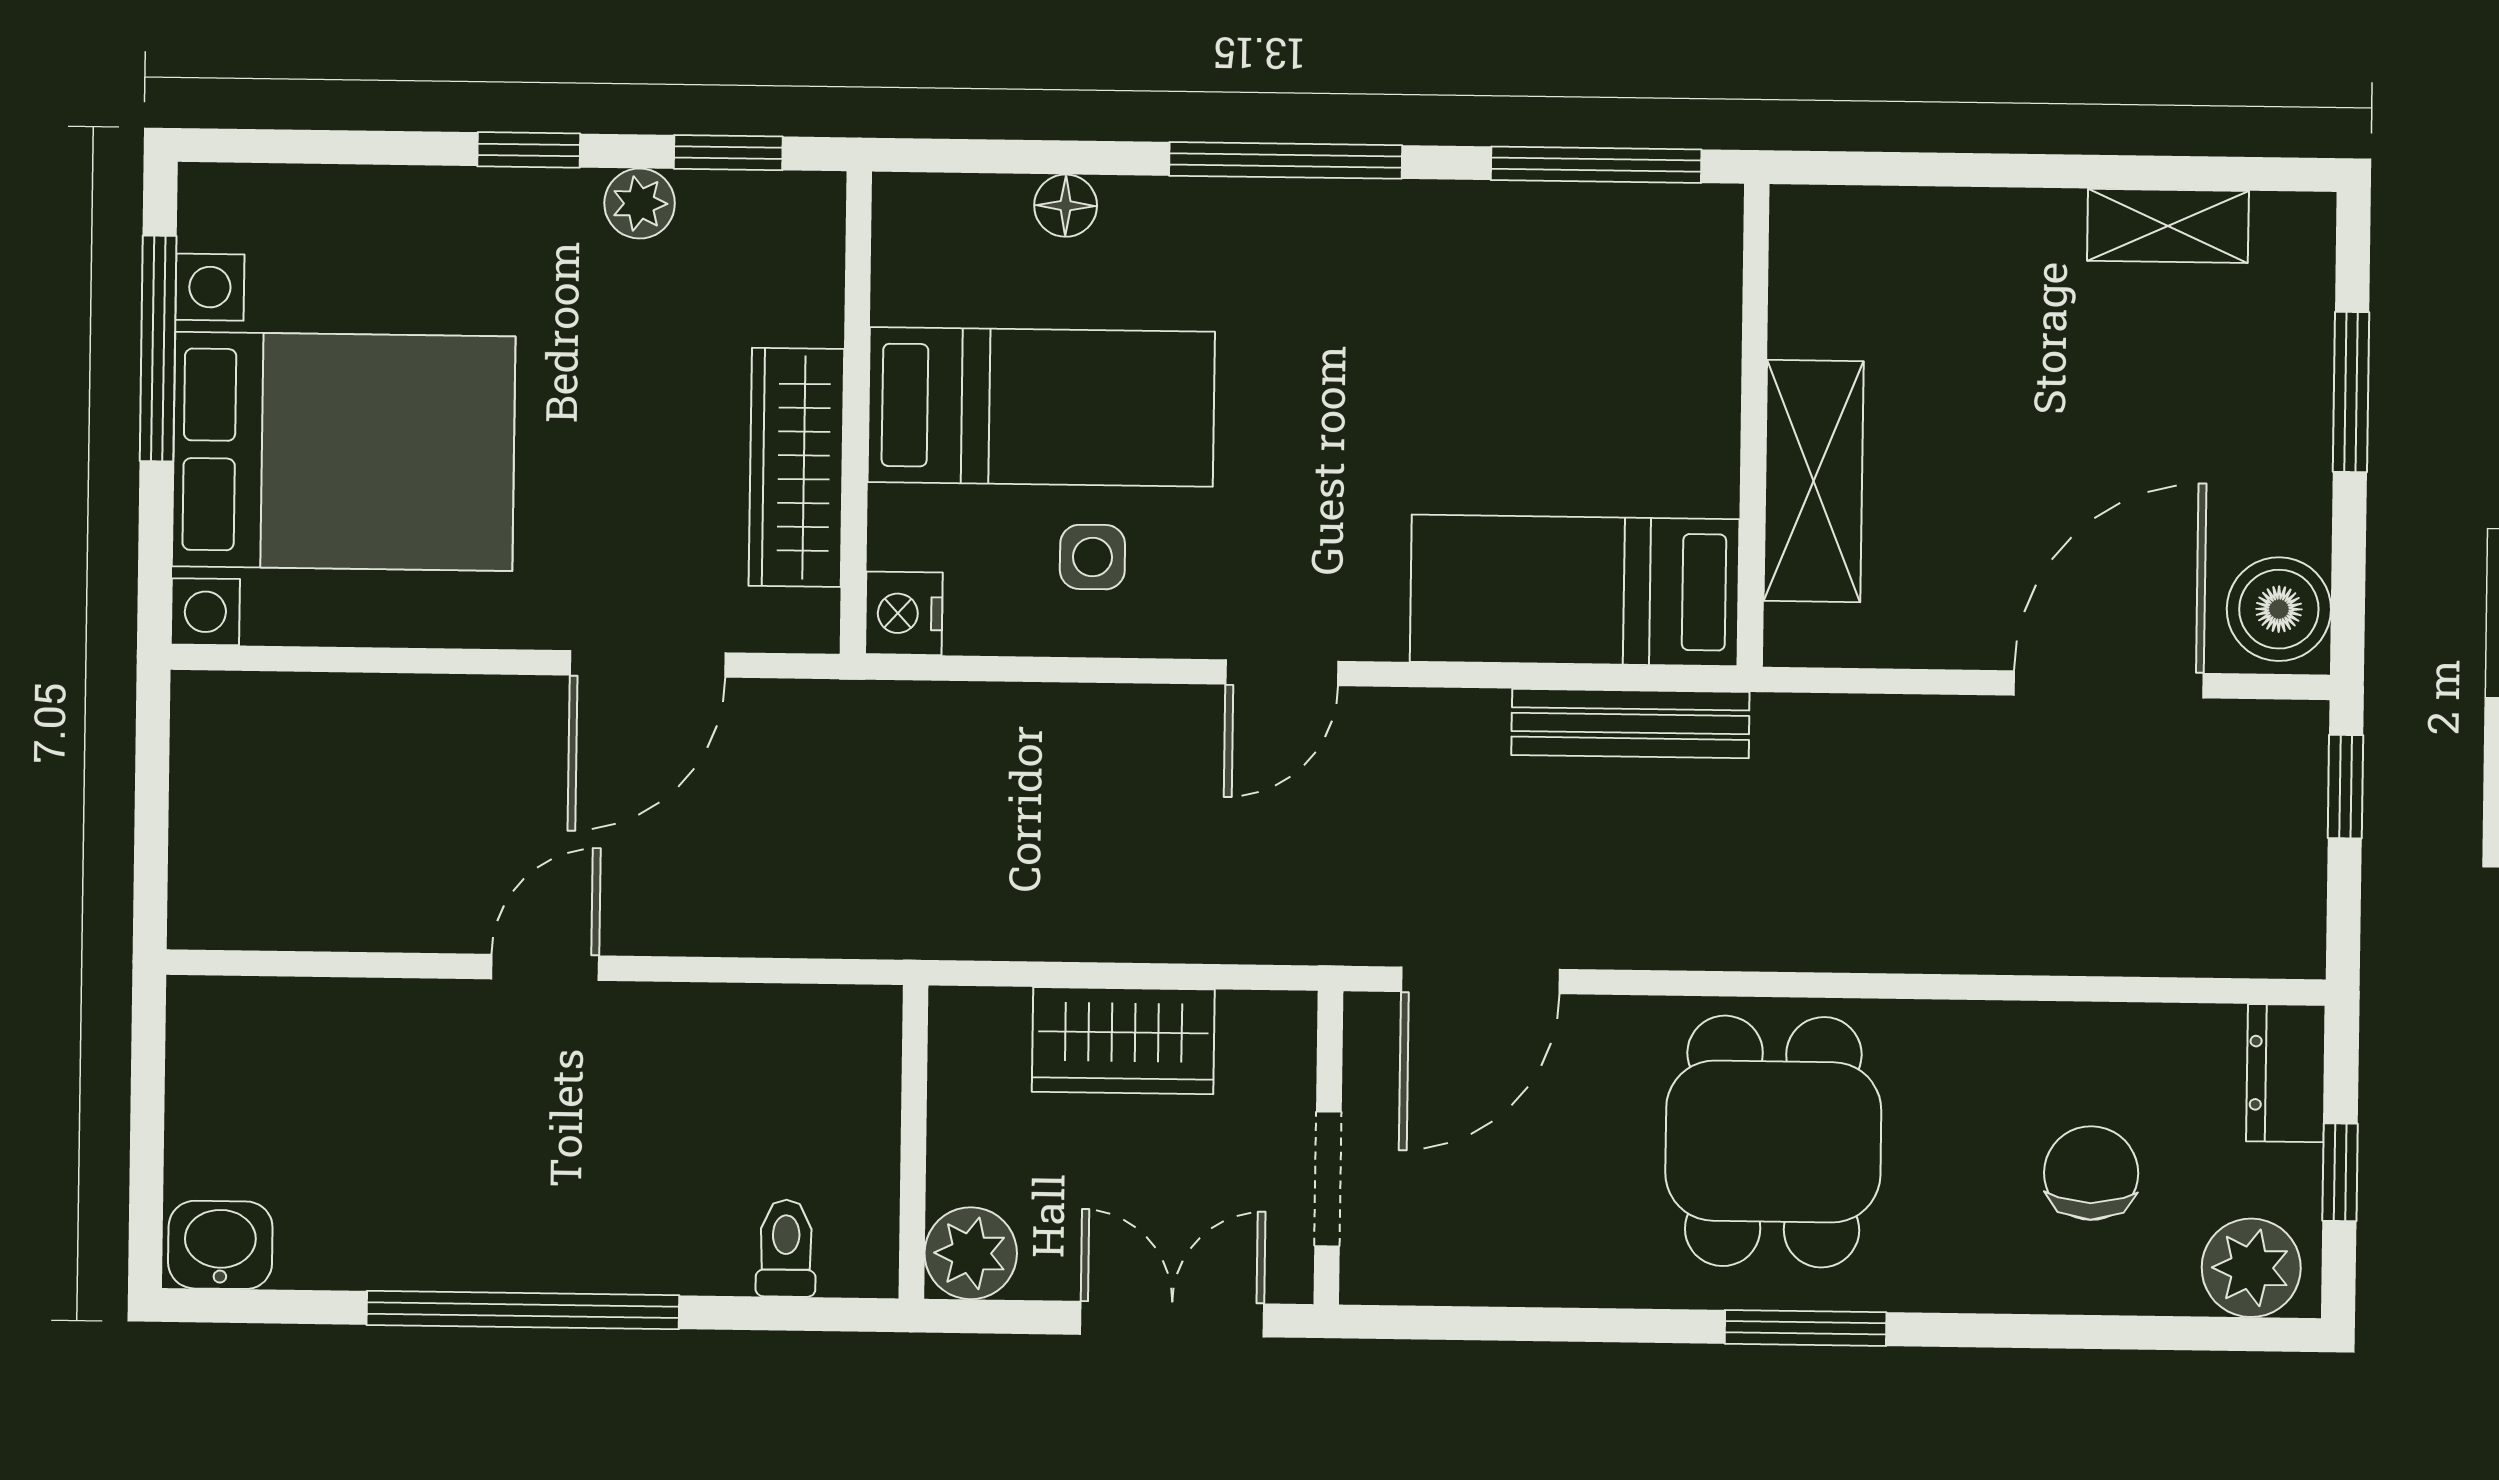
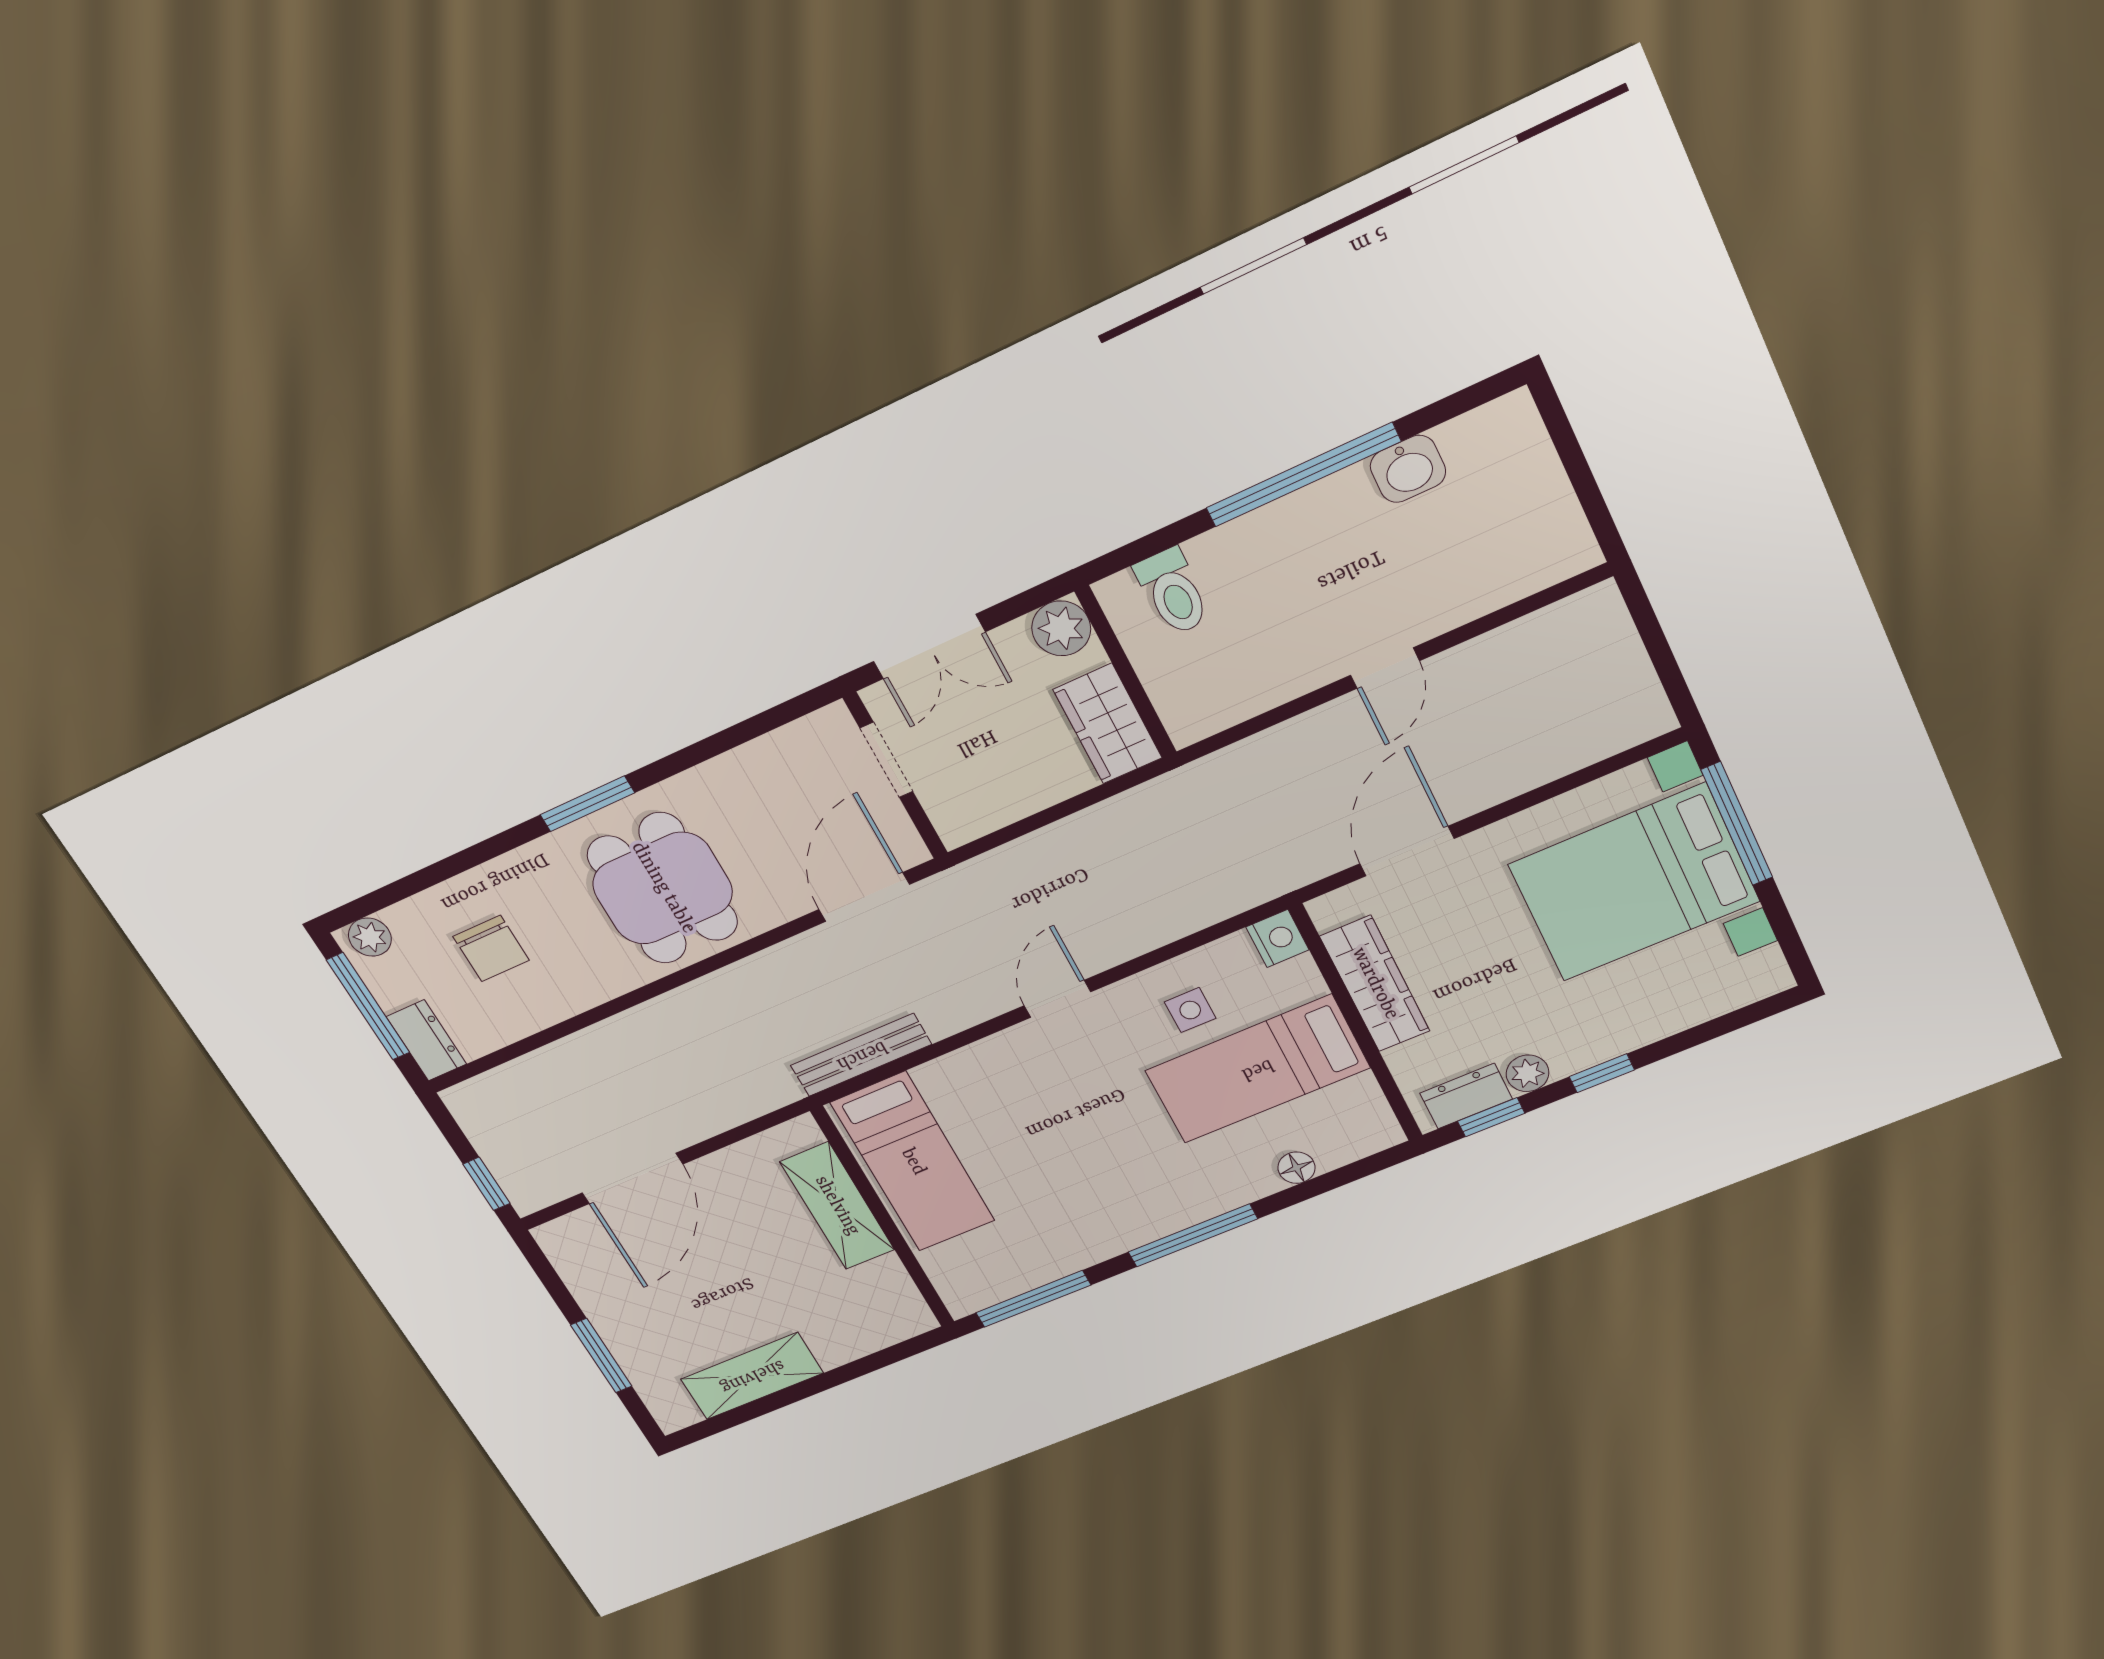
dresser: (749, 208) -> (1466, 1096), added
shelving: (2168, 226) -> (752, 1376), width x1.50, depth x1.33
window: (158, 349) -> (1737, 824), moved
bed: (1575, 590) -> (913, 1162), moved, turned 90
boiler: (2279, 609) -> (572, 1248), removed
wardrobe: (1123, 1041) -> (1108, 724), moved, turned -90
window: (2340, 1172) -> (368, 1006), width x2.17
washbasin: (220, 1245) -> (1408, 469), moved
toilet: (786, 1248) -> (1173, 592), width x1.37, depth x1.39
plant: (2251, 1268) -> (370, 937), width x0.73, depth x0.73

